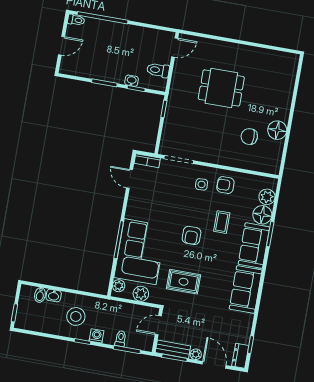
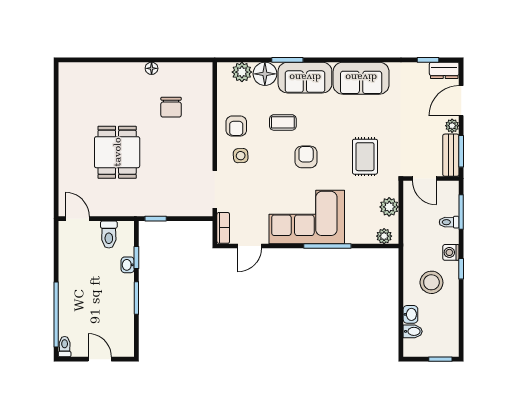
floor lamp: (277, 130) -> (152, 68), width x0.53, depth x0.53
armchair: (192, 235) -> (306, 157), turned -90
corner sofa: (140, 252) -> (307, 217), moved

